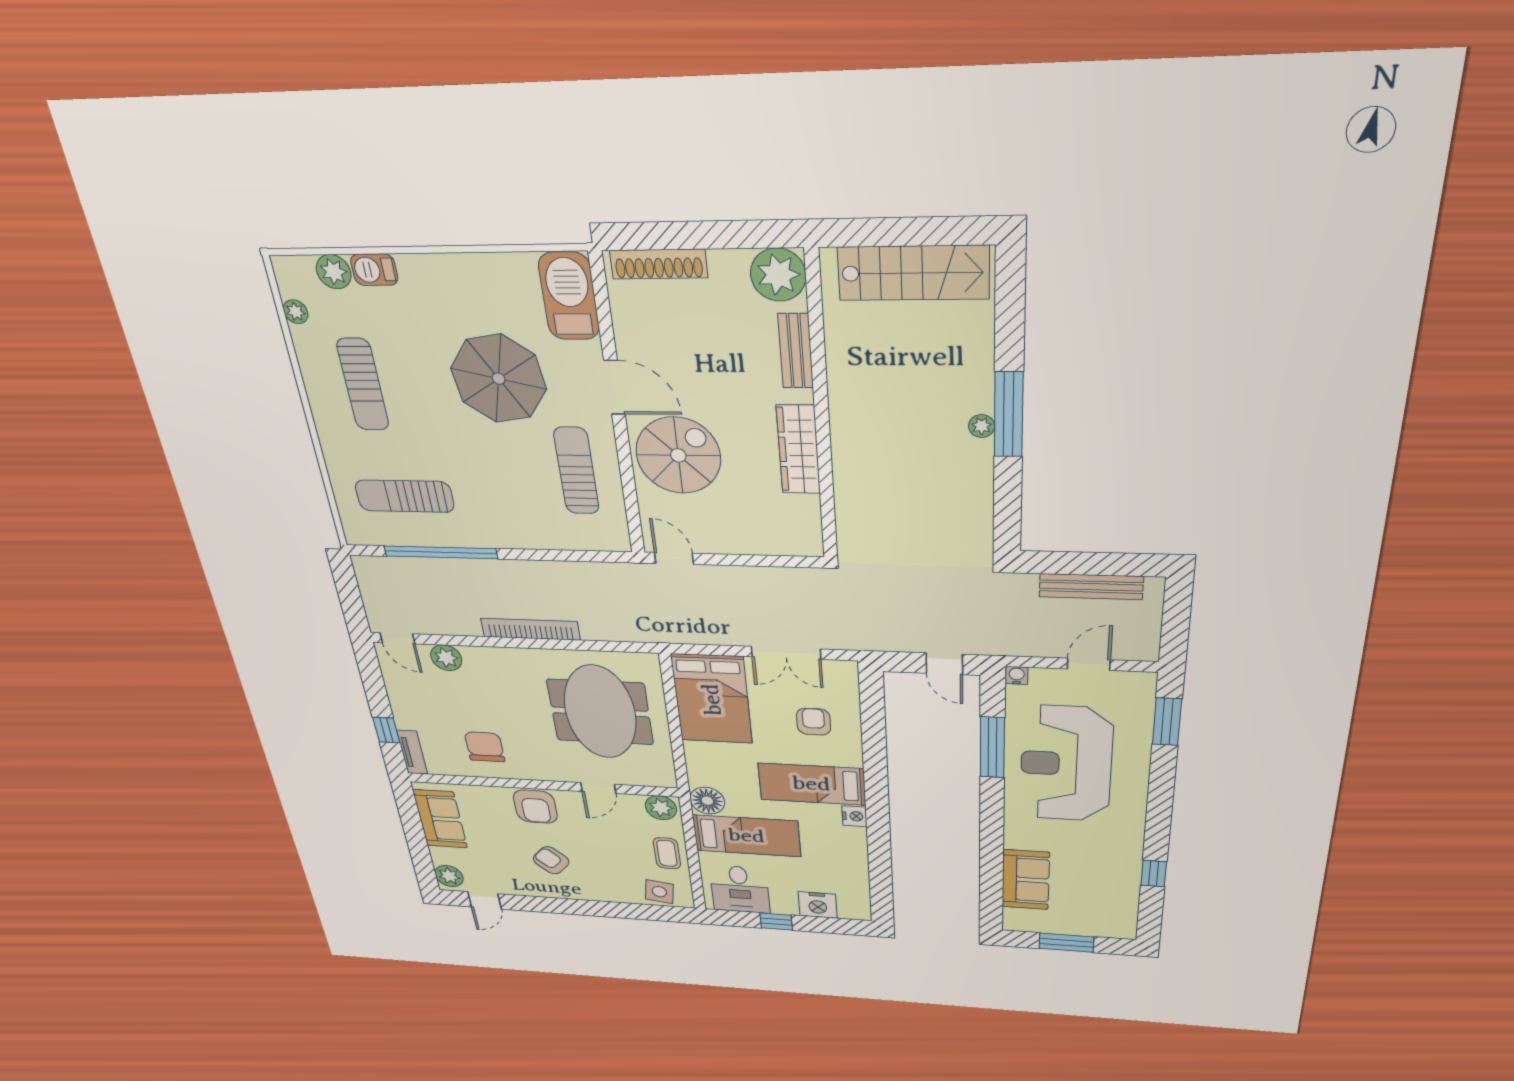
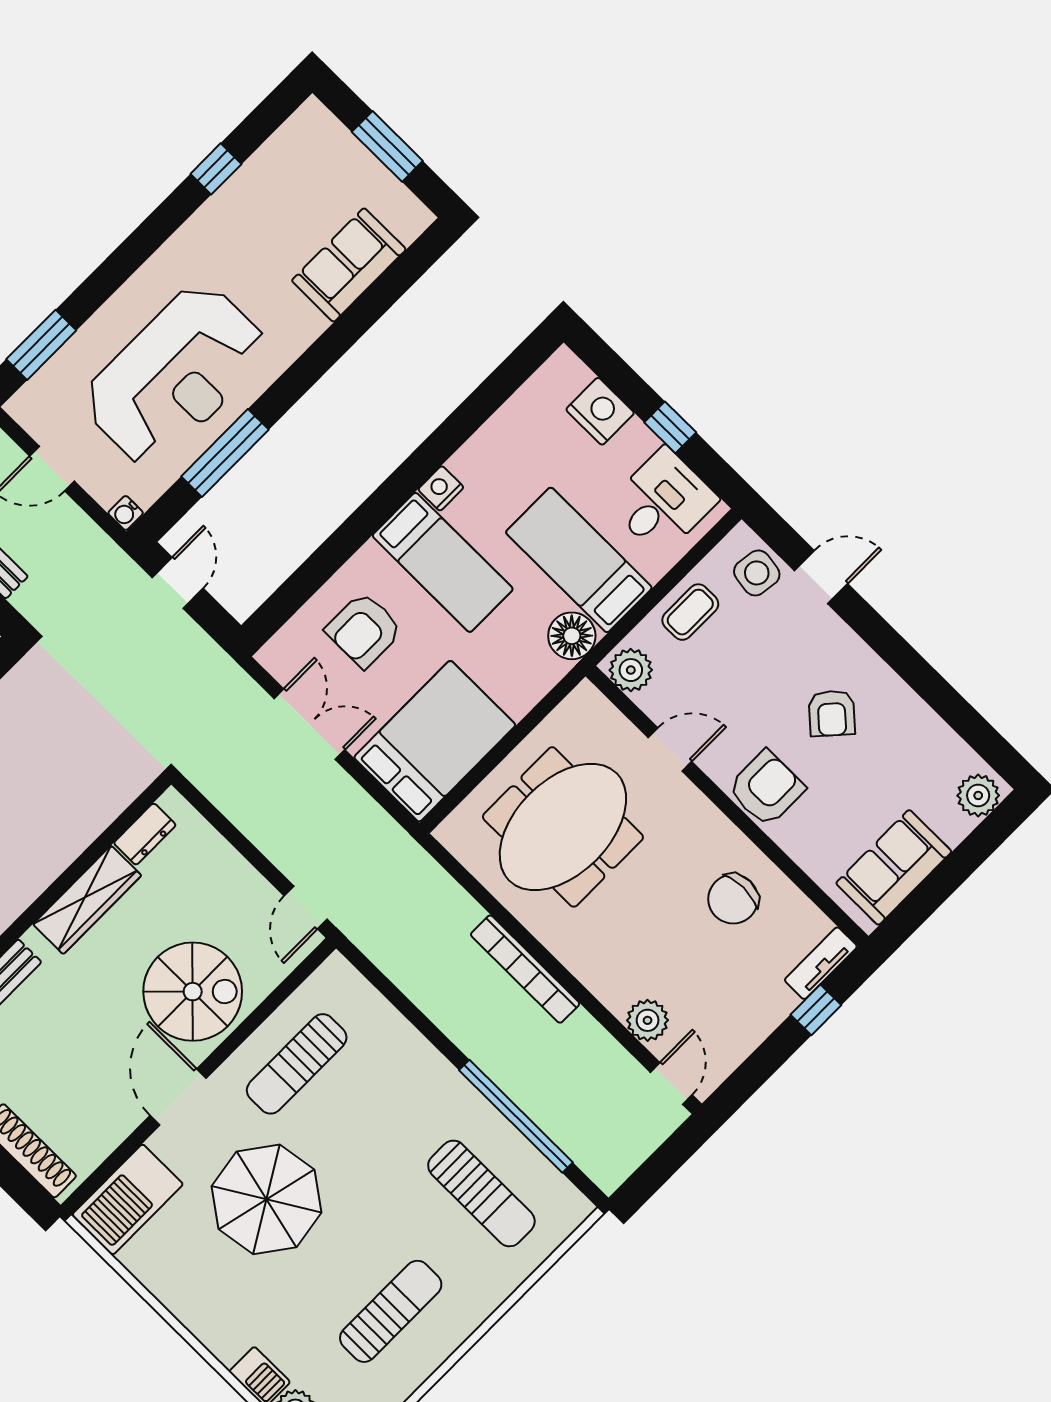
spiral stairs: (678, 455) -> (193, 992), turned 180
dresser: (808, 517) -> (145, 834), added
armchair: (814, 722) -> (364, 630), width x1.38, depth x1.38
door: (485, 900) -> (821, 577), moved

